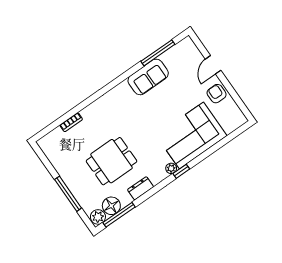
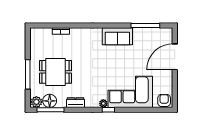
door: (213, 65) -> (175, 57), width x1.88
sofa: (148, 77) -> (117, 36), moved
armchair: (217, 94) -> (164, 100), moved
dining table: (112, 161) -> (56, 72), moved

